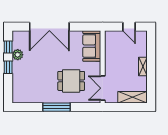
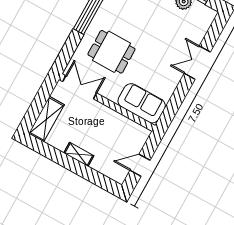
double door: (49, 27) -> (197, 63), width x0.54
dining table: (71, 81) -> (111, 52), turned 90

